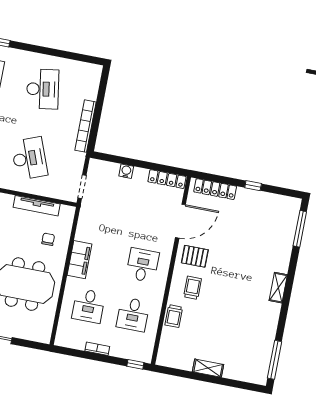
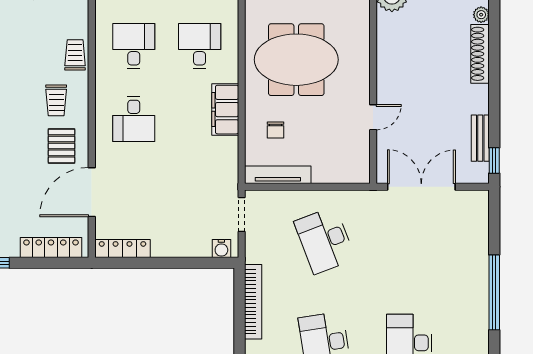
water cooler: (126, 171) -> (221, 249), moved
tv unit: (37, 206) -> (278, 175), moved
pallet: (195, 256) -> (61, 146), turned 90

